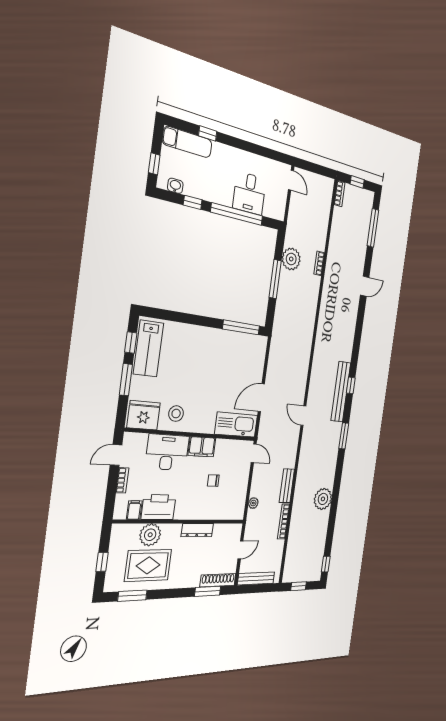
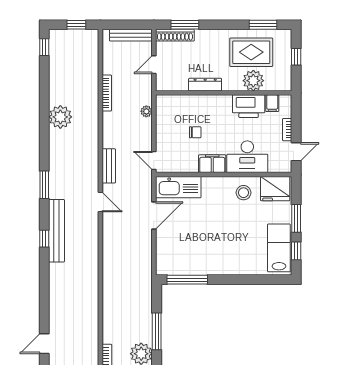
bench: (287, 486) -> (109, 166), moved

